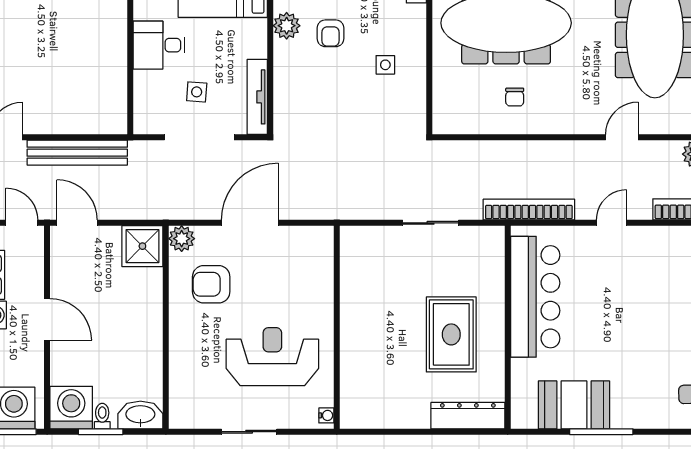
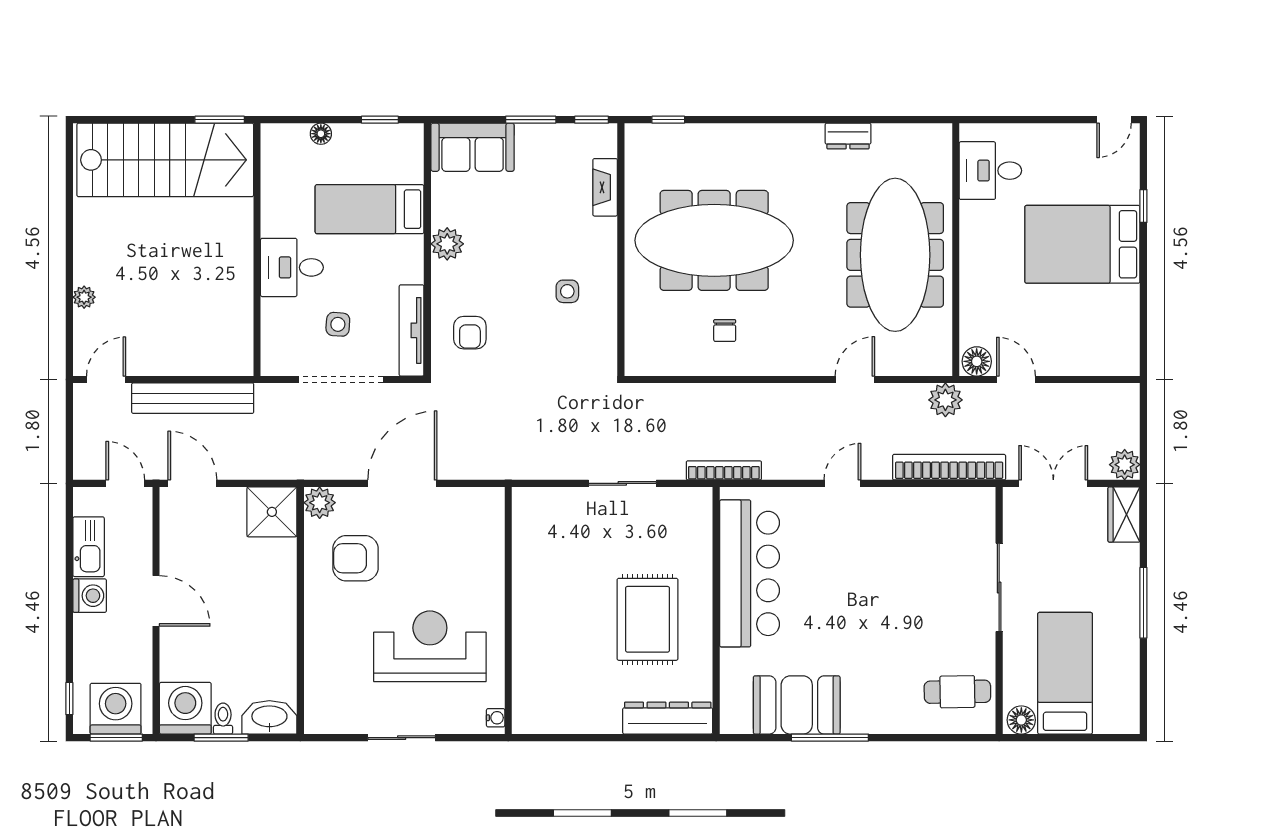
armchair: (330, 33) -> (470, 333), moved
bookcase: (529, 210) -> (724, 470), width x0.68, depth x0.76

